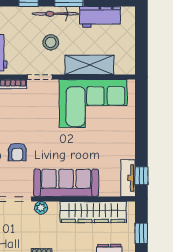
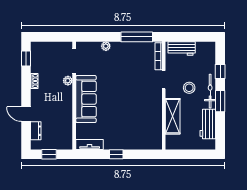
corner sofa: (93, 103) -> (144, 119), removed
armchair: (17, 152) -> (109, 63), removed
window: (141, 176) -> (116, 154), moved
wardrobe: (93, 212) -> (65, 119), removed

